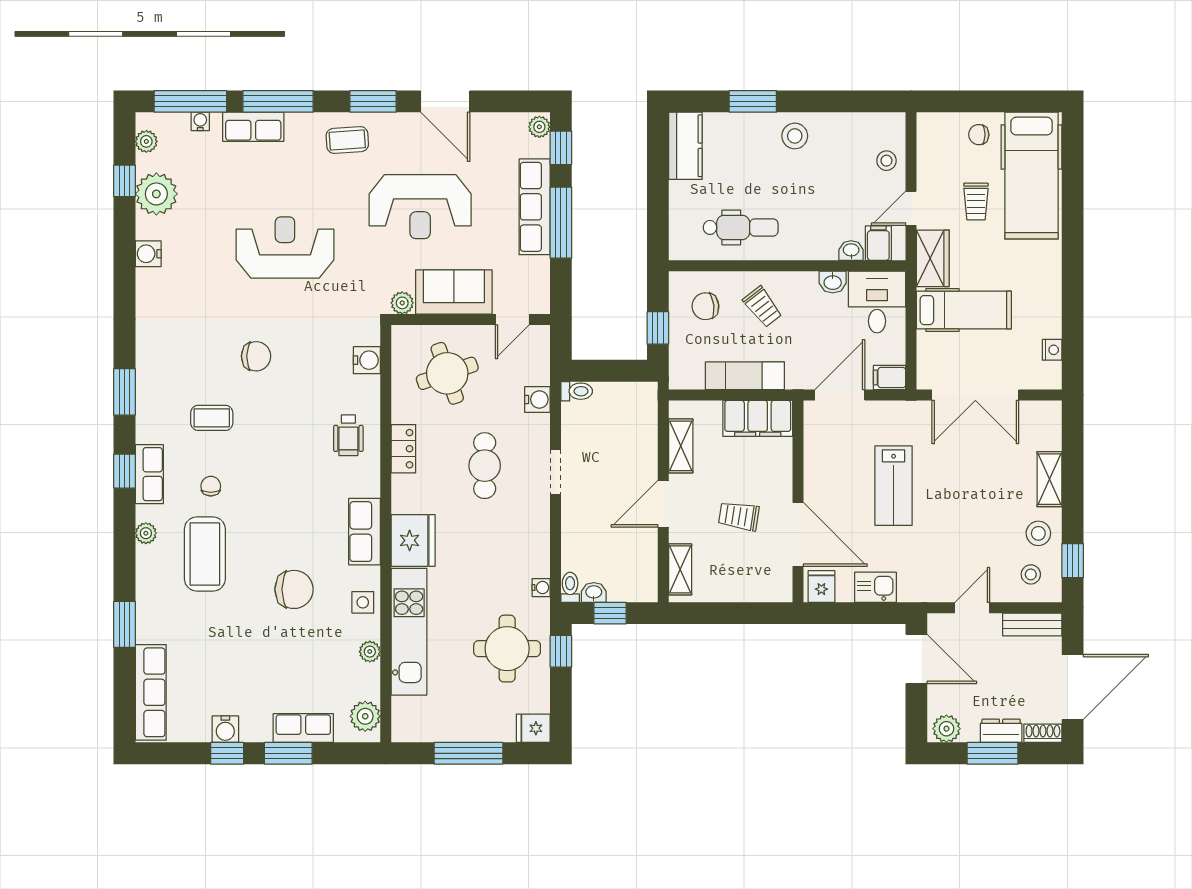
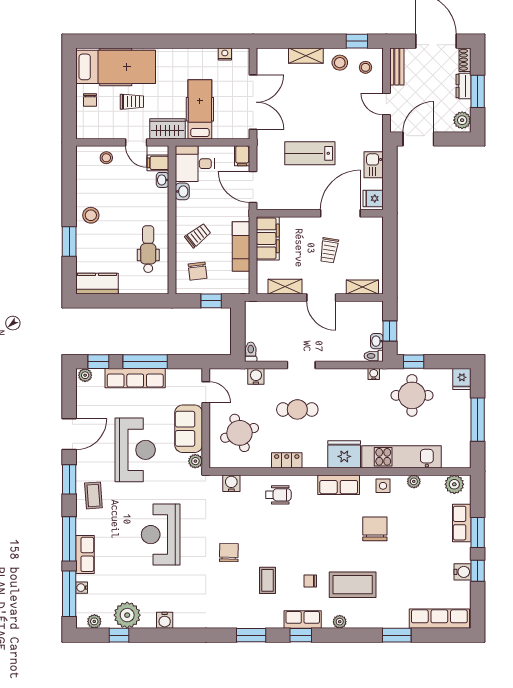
lab bench: (894, 486) -> (310, 153), turned 180

